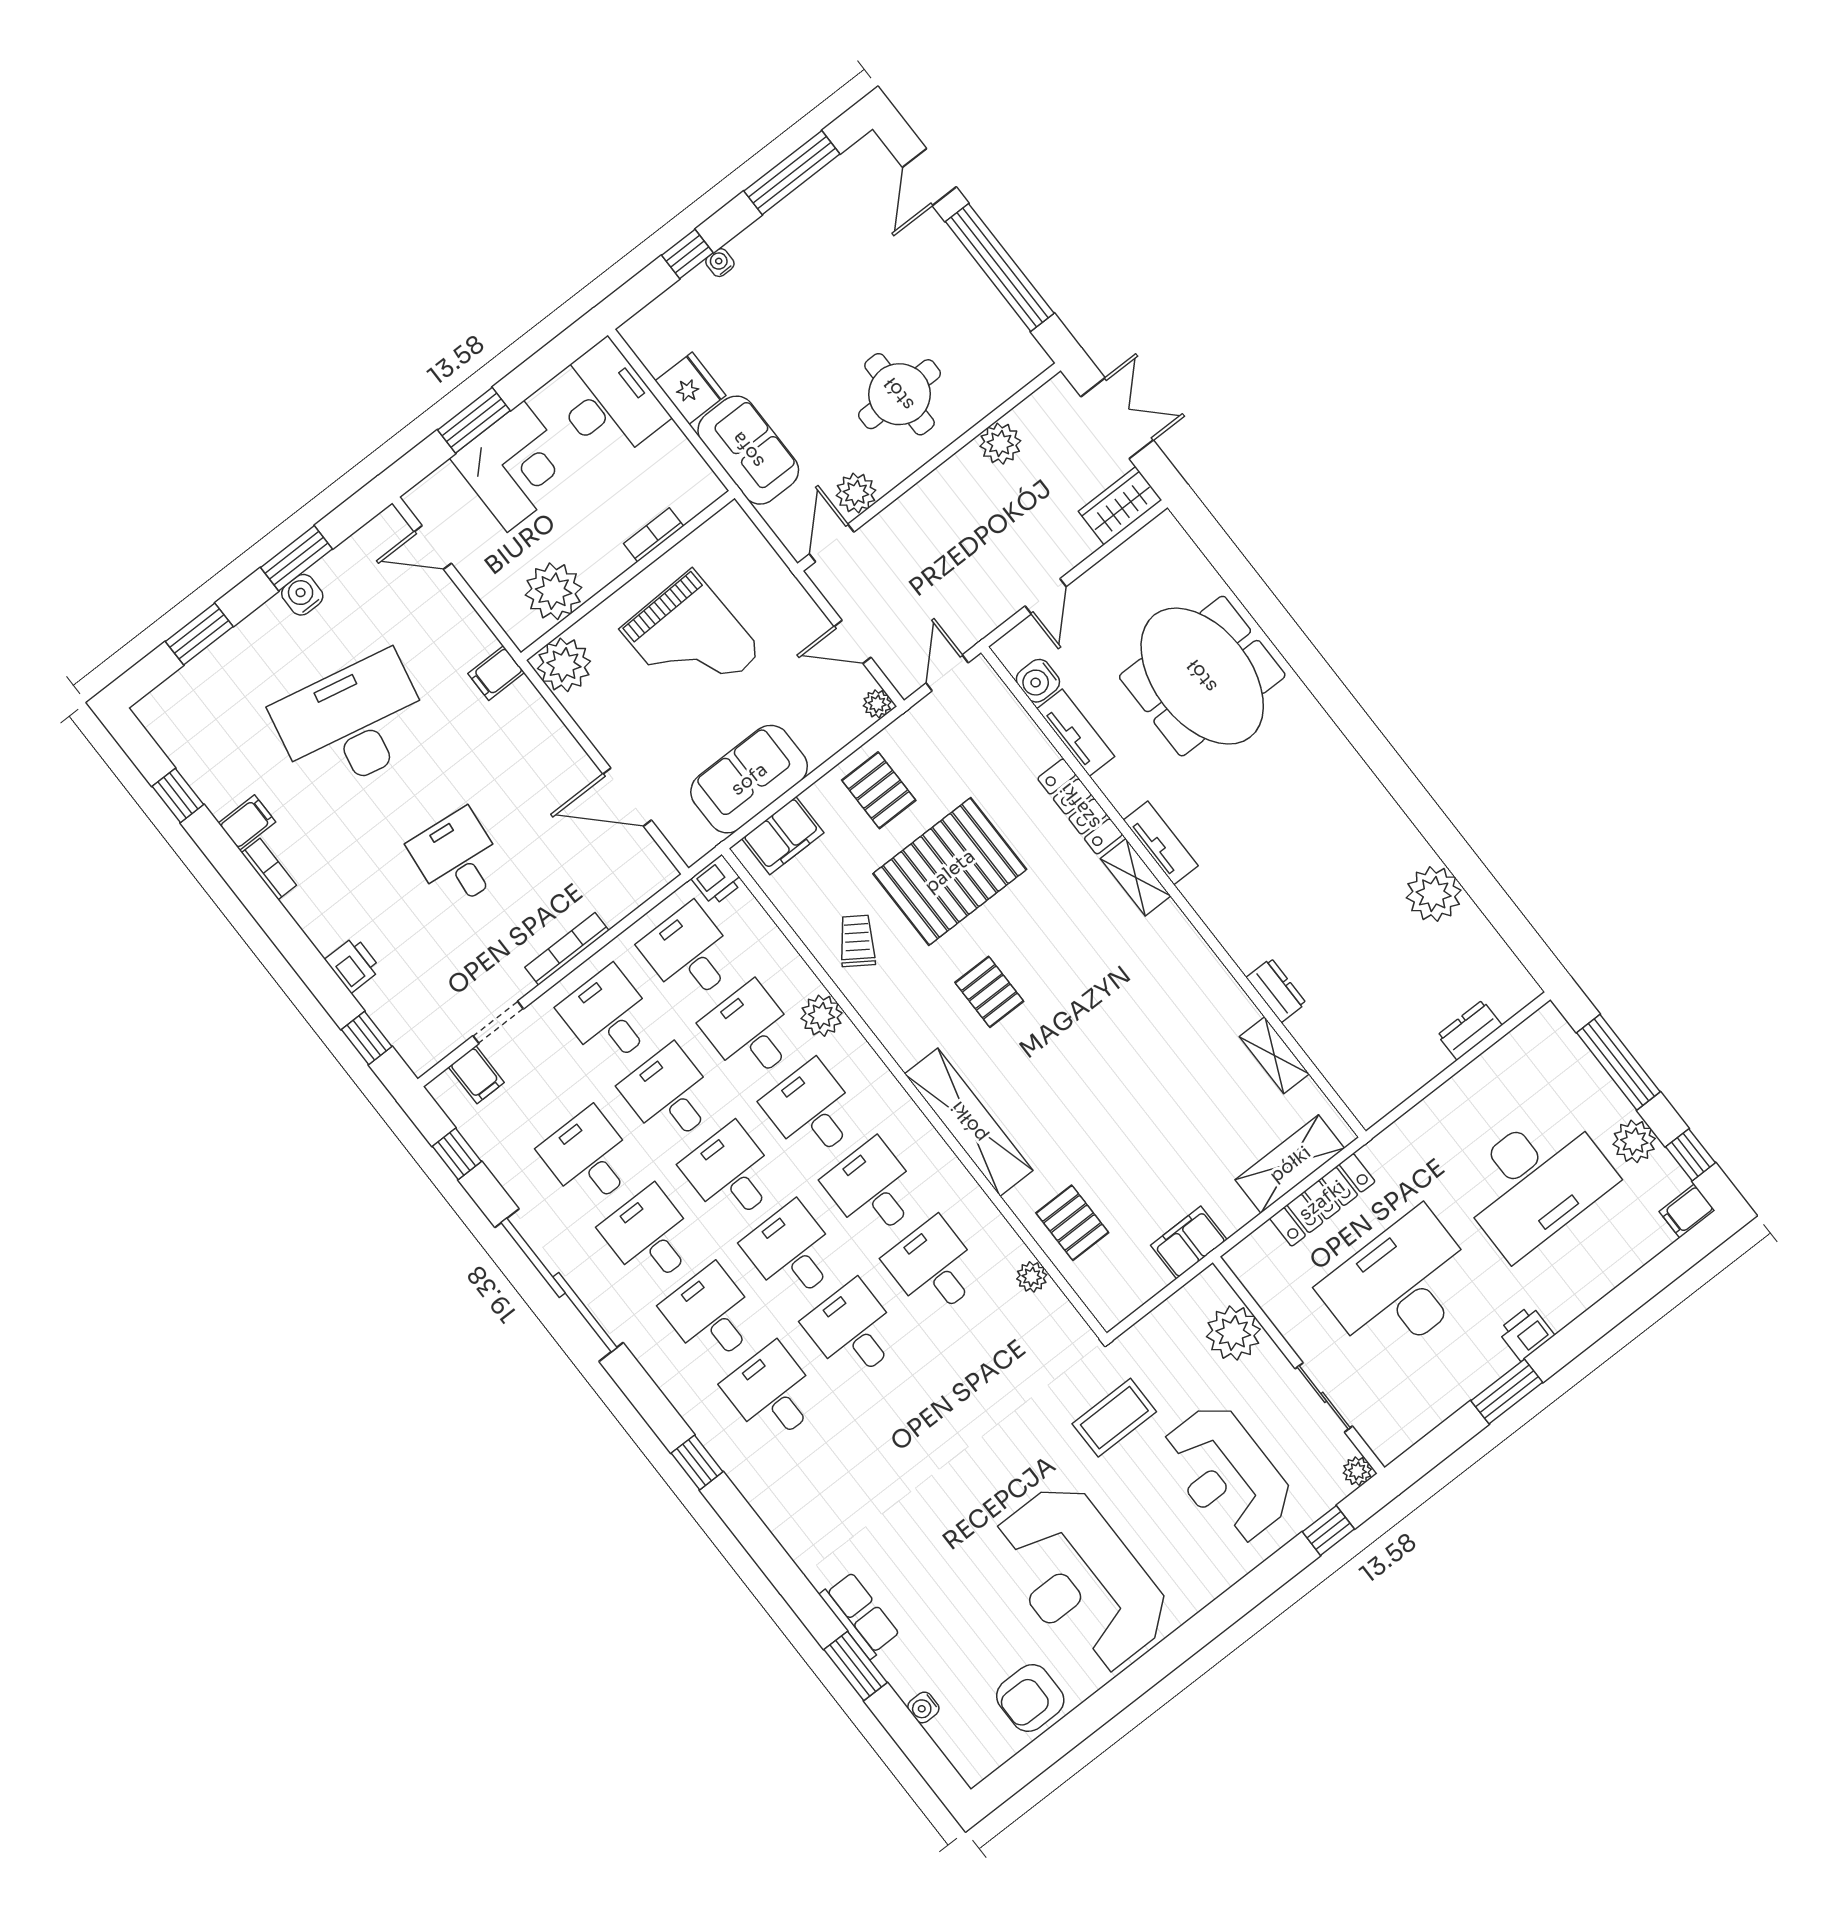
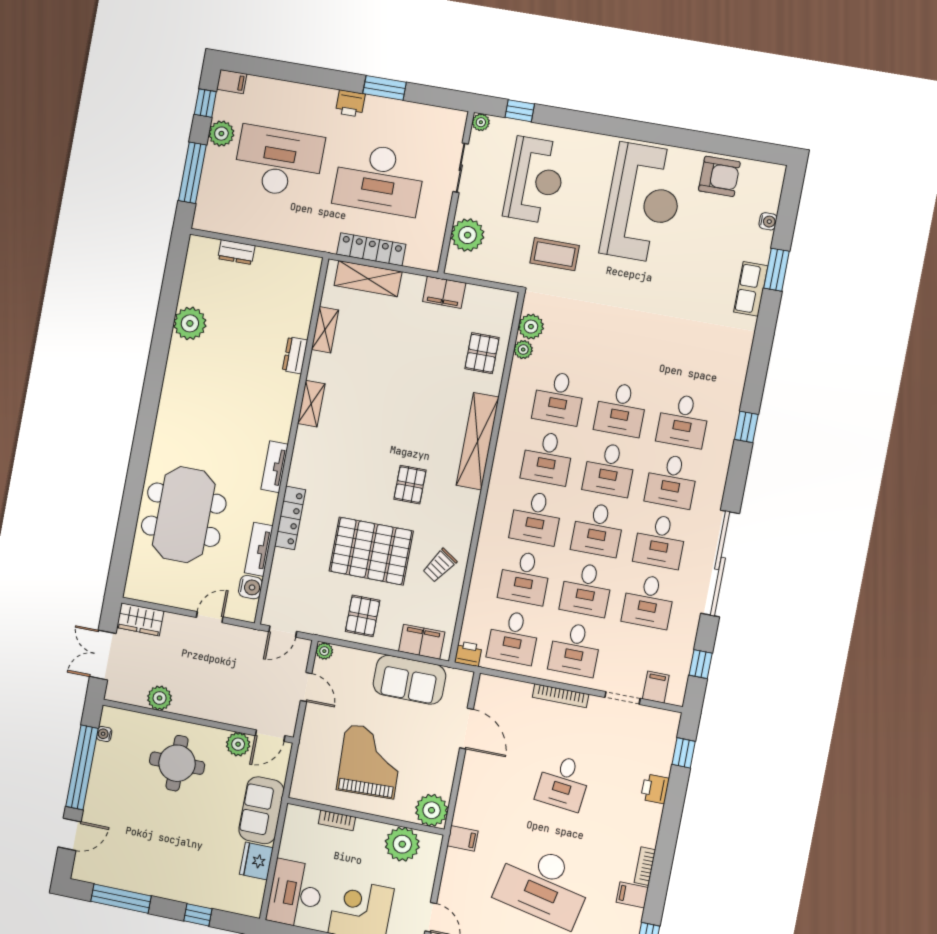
water cooler: (720, 263) -> (104, 734), moved, turned 90
shelving: (1136, 877) -> (311, 404), moved
plant: (821, 1016) -> (531, 327), moved

